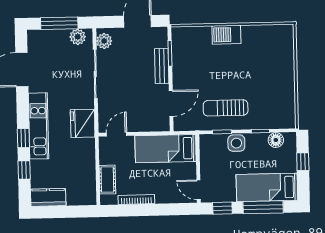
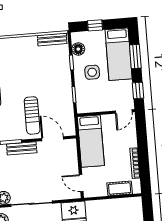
sun lounger: (226, 108) -> (32, 115), moved
bench: (289, 110) -> (52, 39), added
side table: (236, 143) -> (92, 72), moved
window: (263, 207) -> (135, 56), width x0.69

